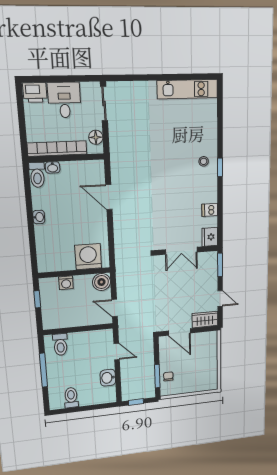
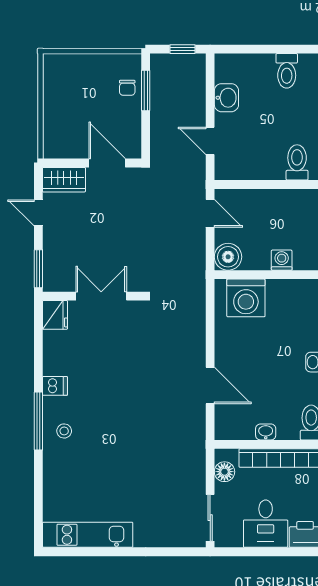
washbasin: (53, 167) -> (266, 432), moved
window: (220, 167) -> (38, 421), width x2.17
dishwasher: (210, 210) -> (55, 386), moved

